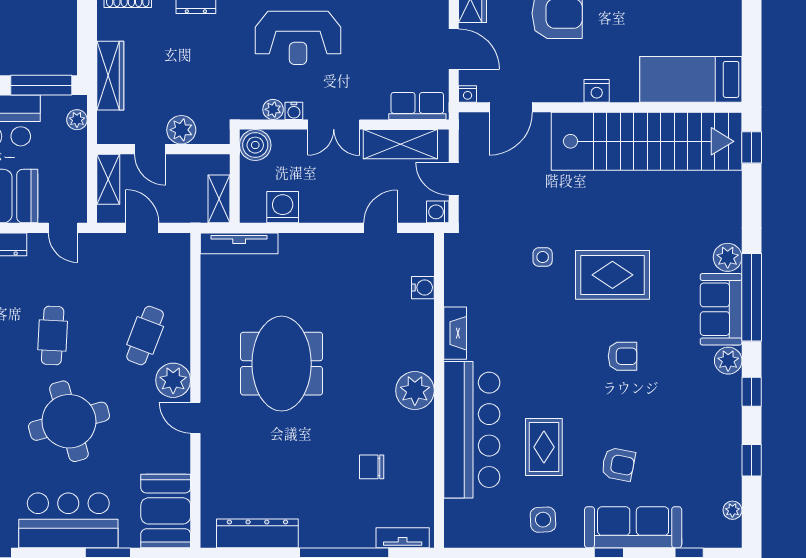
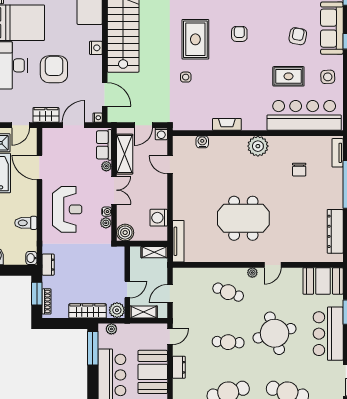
plant: (378, 110) -> (106, 166), added
plant: (181, 130) -> (117, 310), moved
plant: (173, 380) -> (252, 273), width x0.53, depth x0.53
bar counter: (472, 430) -> (304, 115), moved

